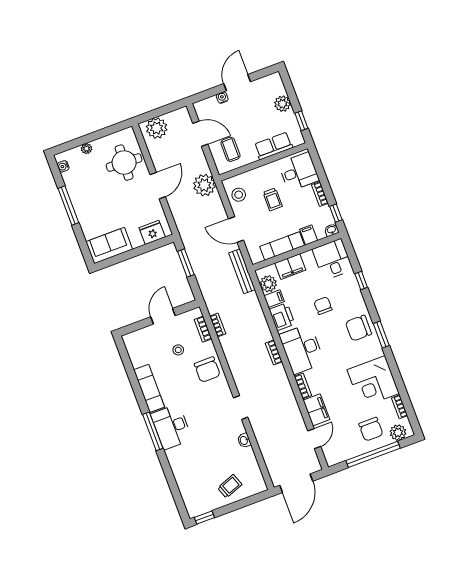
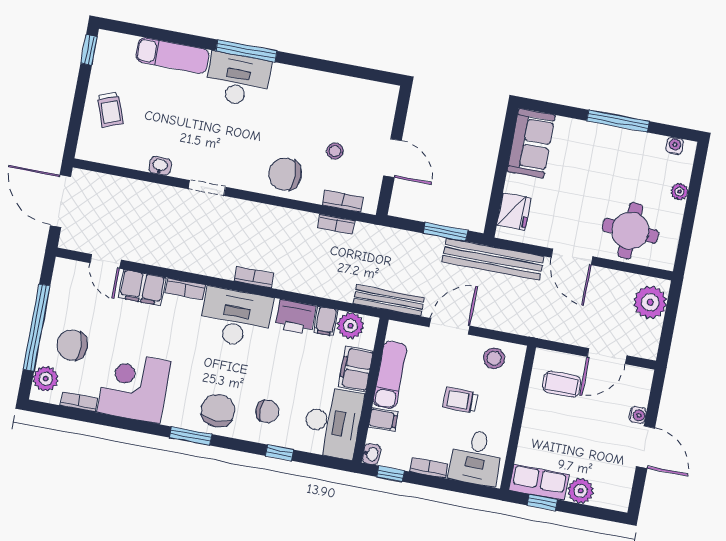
row of seats: (274, 146) -> (539, 482), moved, turned -90
plant: (204, 185) -> (535, 320), removed
bench: (185, 228) -> (493, 259), added
desk: (333, 259) -> (333, 422), width x1.37
chair: (323, 306) -> (267, 411), moved
exam couch: (149, 388) -> (172, 55), moved

